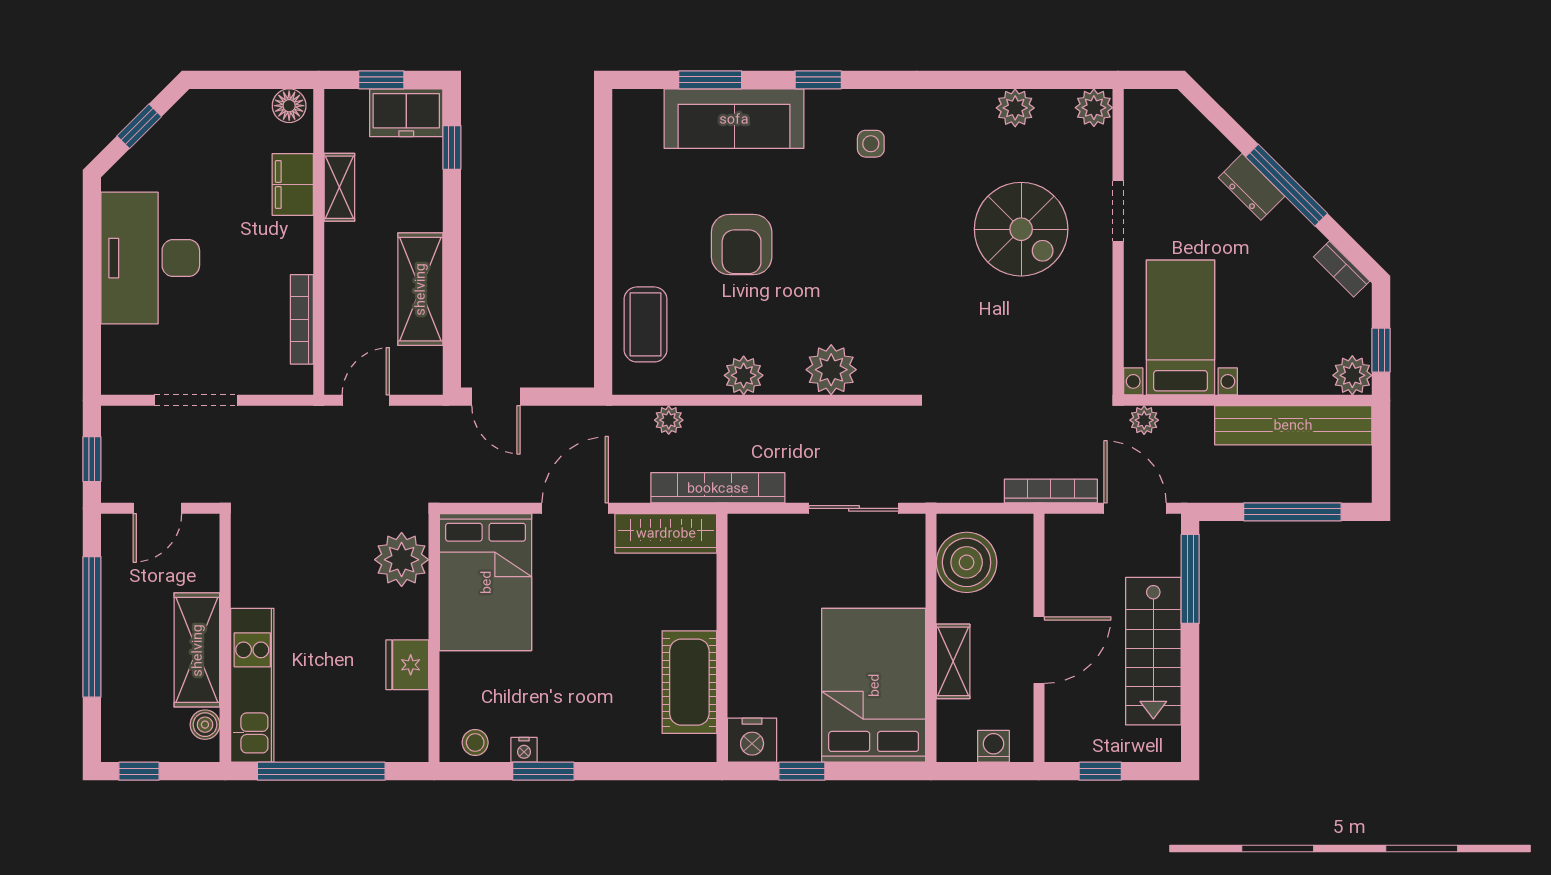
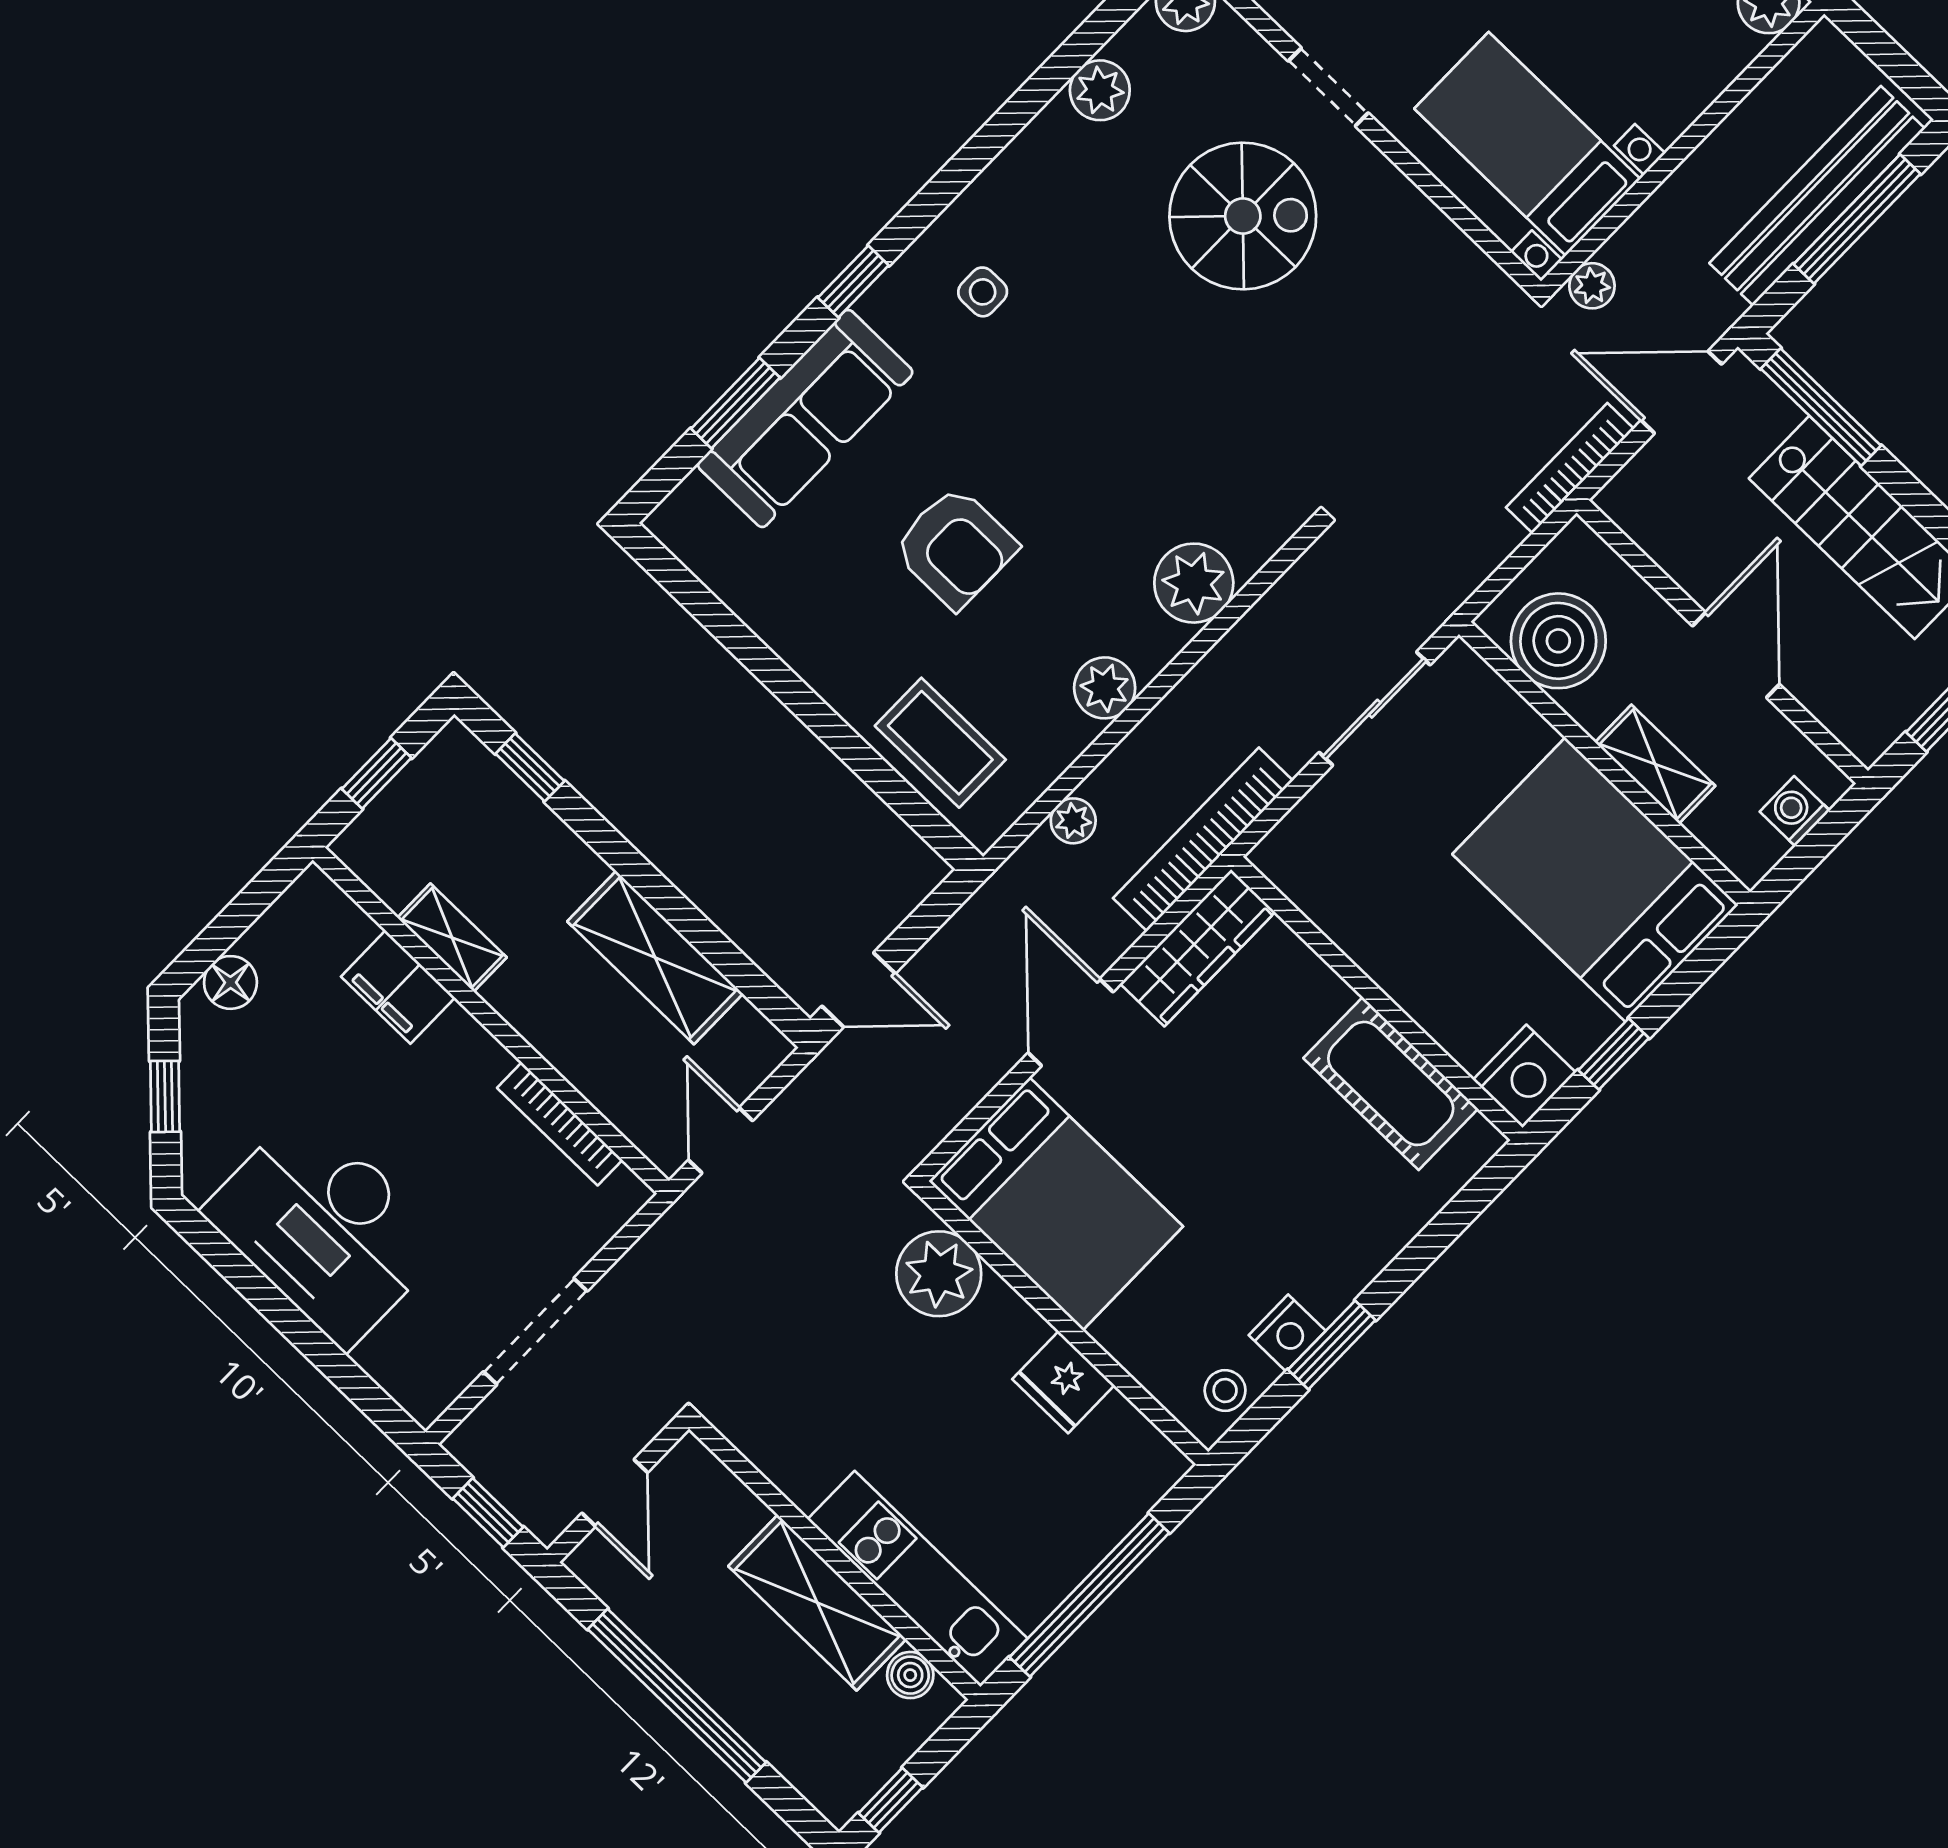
floor lamp: (289, 106) -> (230, 982), moved
freezer: (406, 113) -> (441, 781), removed
bench: (1293, 425) -> (1817, 196), moved
nightstand: (524, 750) -> (1287, 1333), width x1.39, depth x1.35

